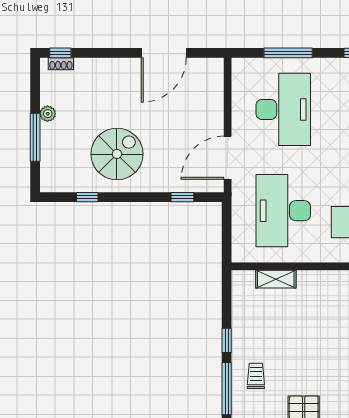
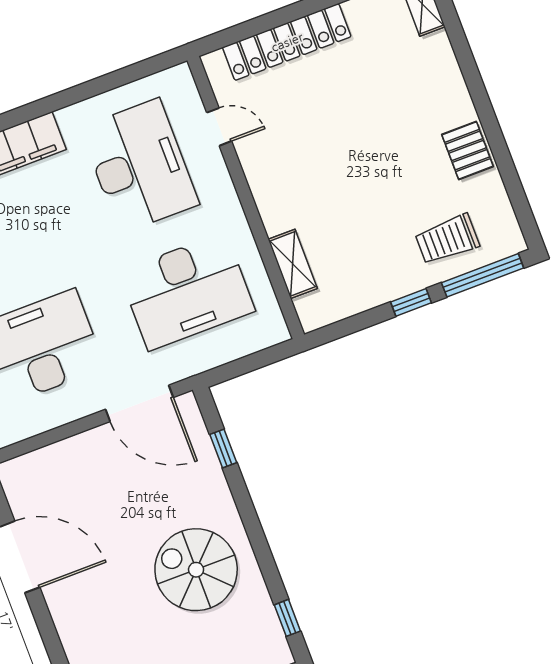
window: (87, 197) -> (287, 618), moved
trolley: (256, 376) -> (447, 239), width x1.36, depth x1.39

